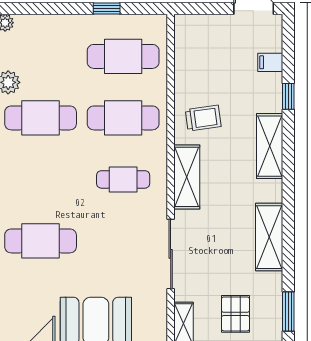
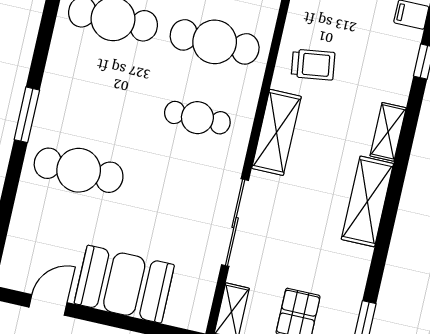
shelving: (270, 146) -> (388, 132), width x0.67, depth x0.75
shelving: (269, 237) -> (367, 201), moved

